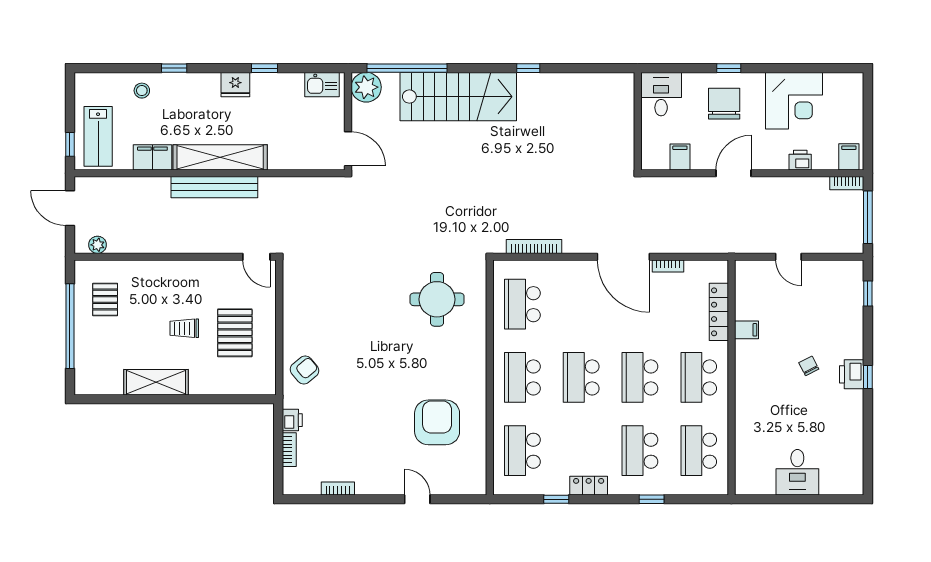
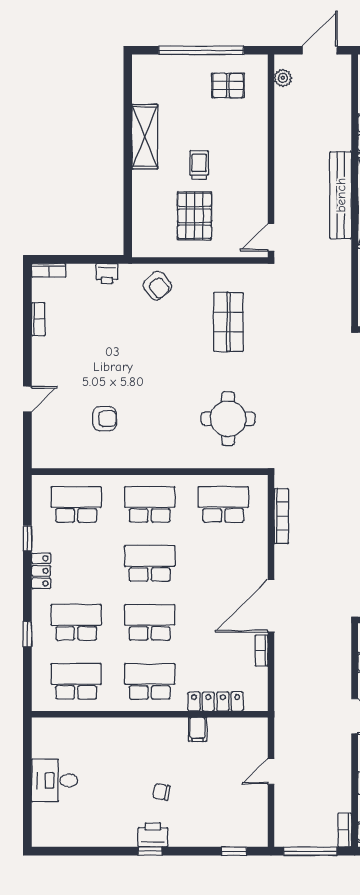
shop shelf: (341, 299) -> (228, 322), added
pallet: (235, 333) -> (195, 216), turned 90
chair: (809, 366) -> (161, 792), turned -143
armchair: (437, 422) -> (105, 419), width x0.53, depth x0.53
bookcase: (289, 450) -> (49, 270), moved

